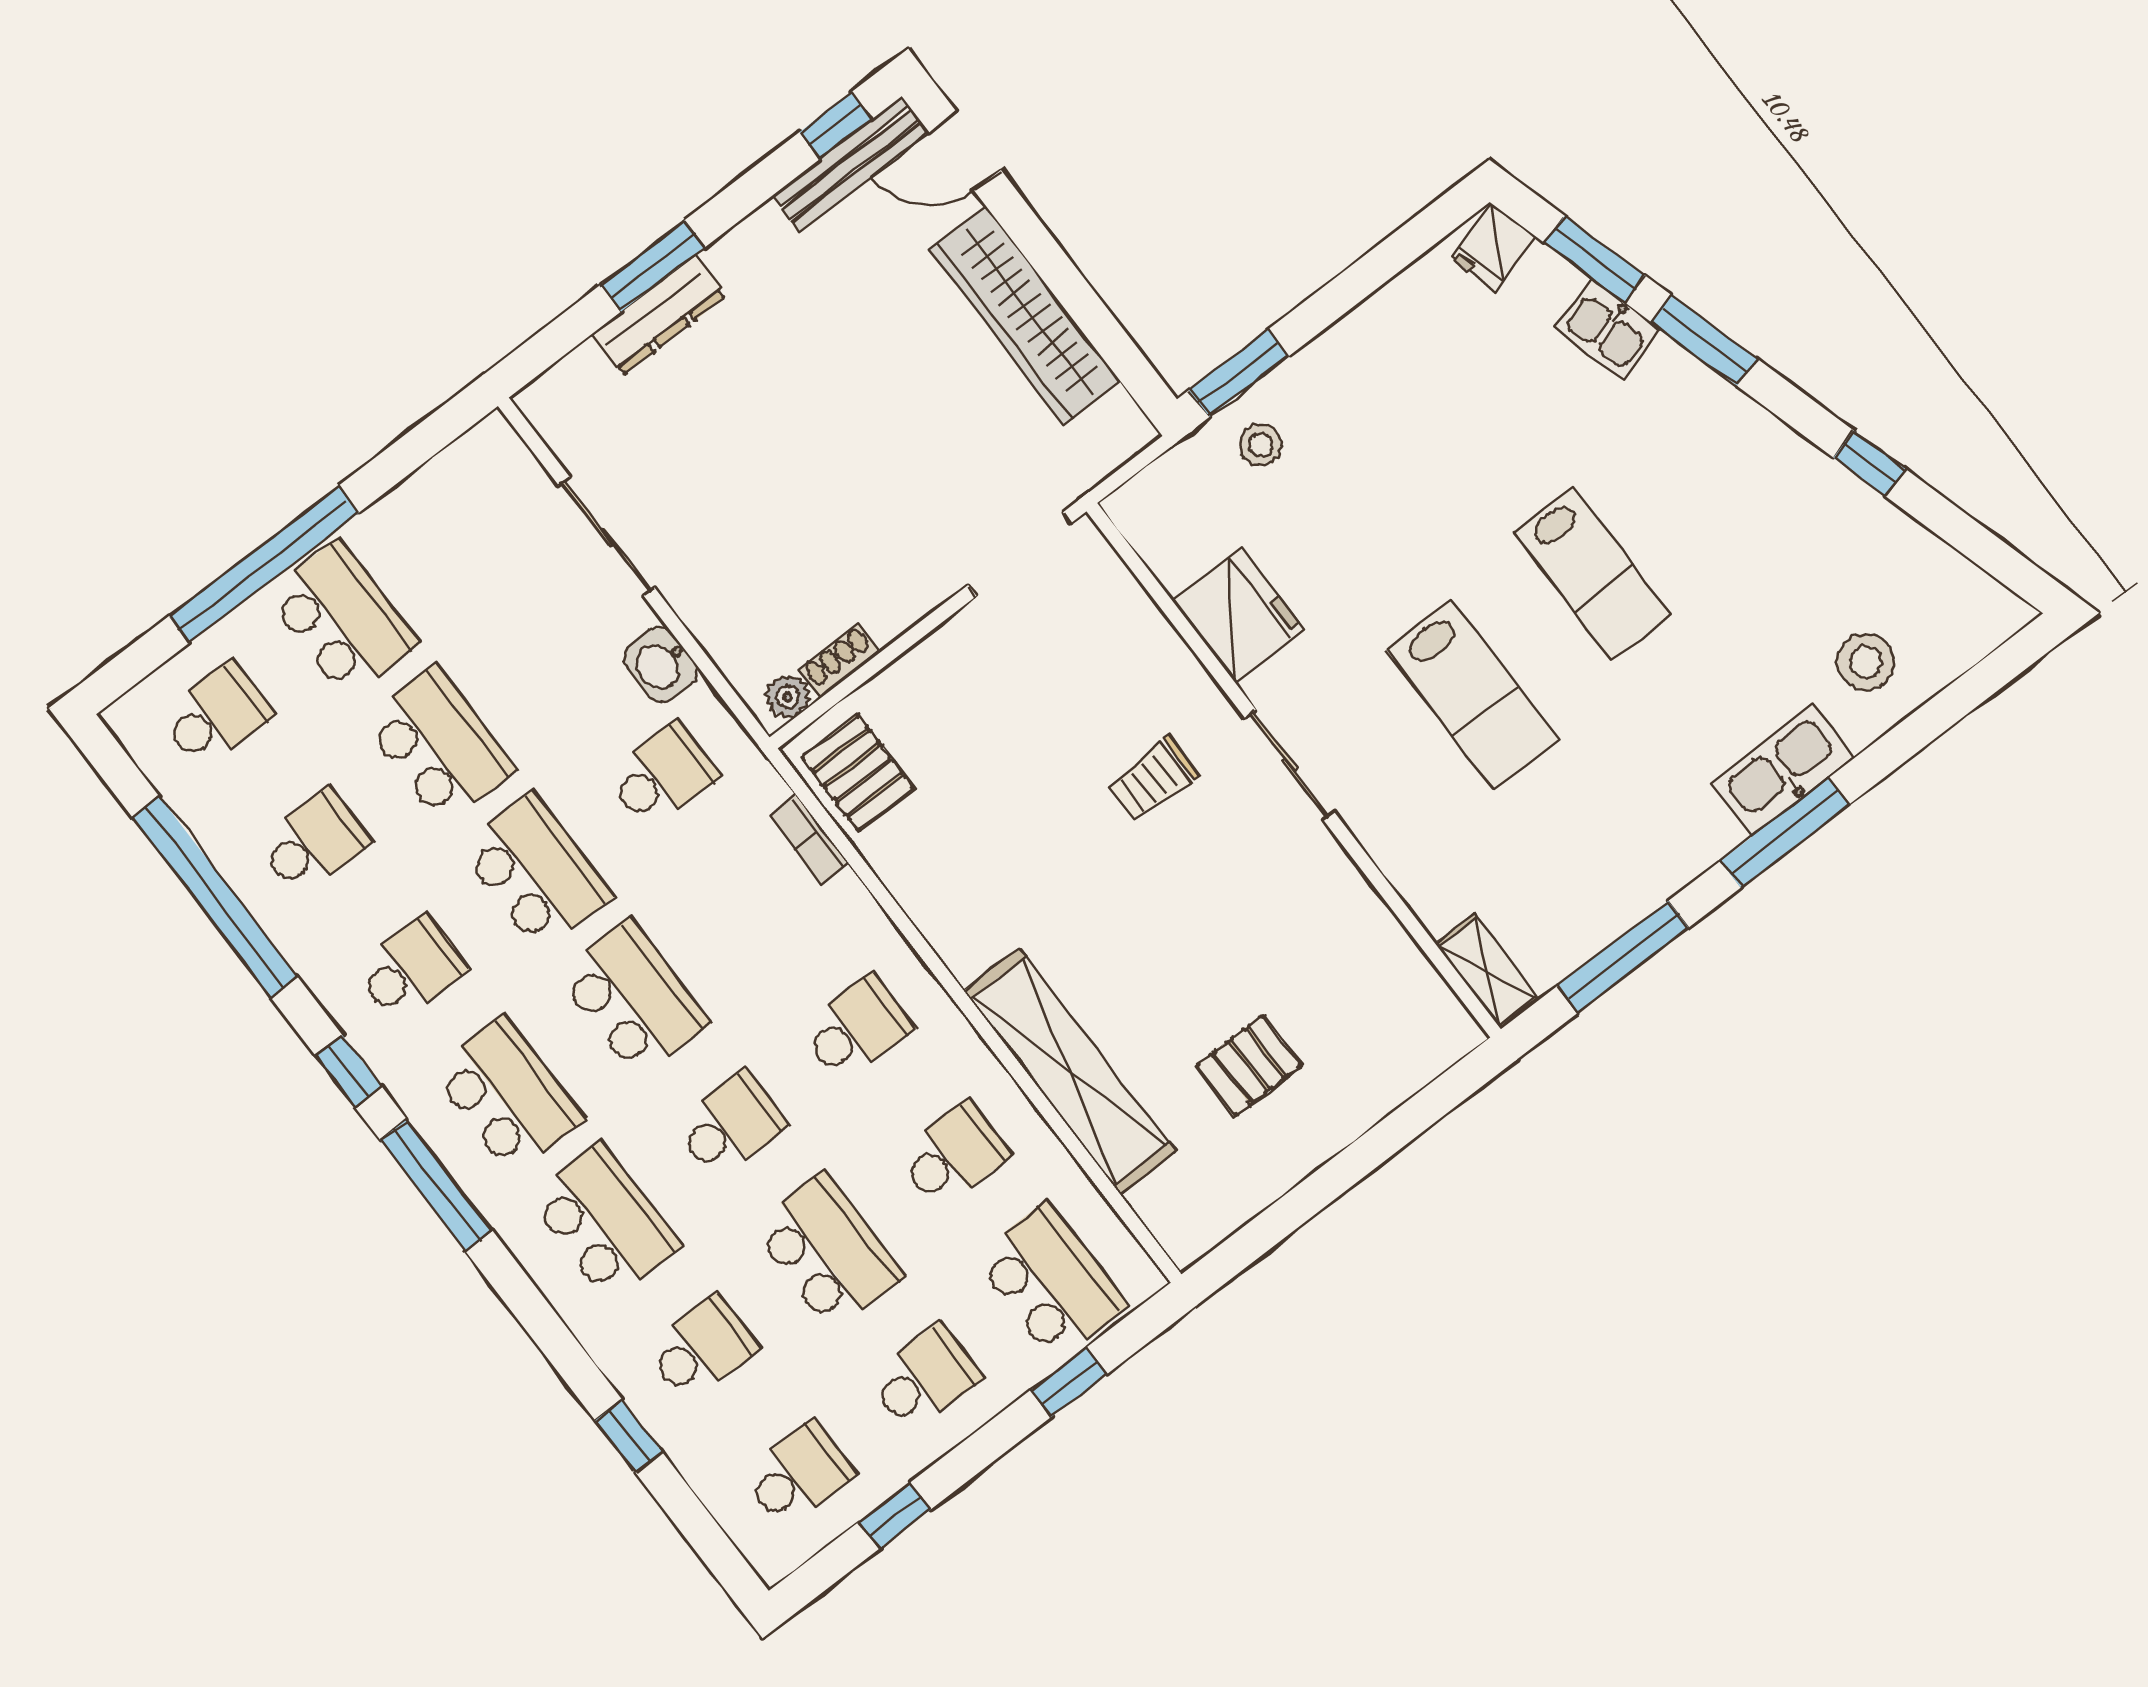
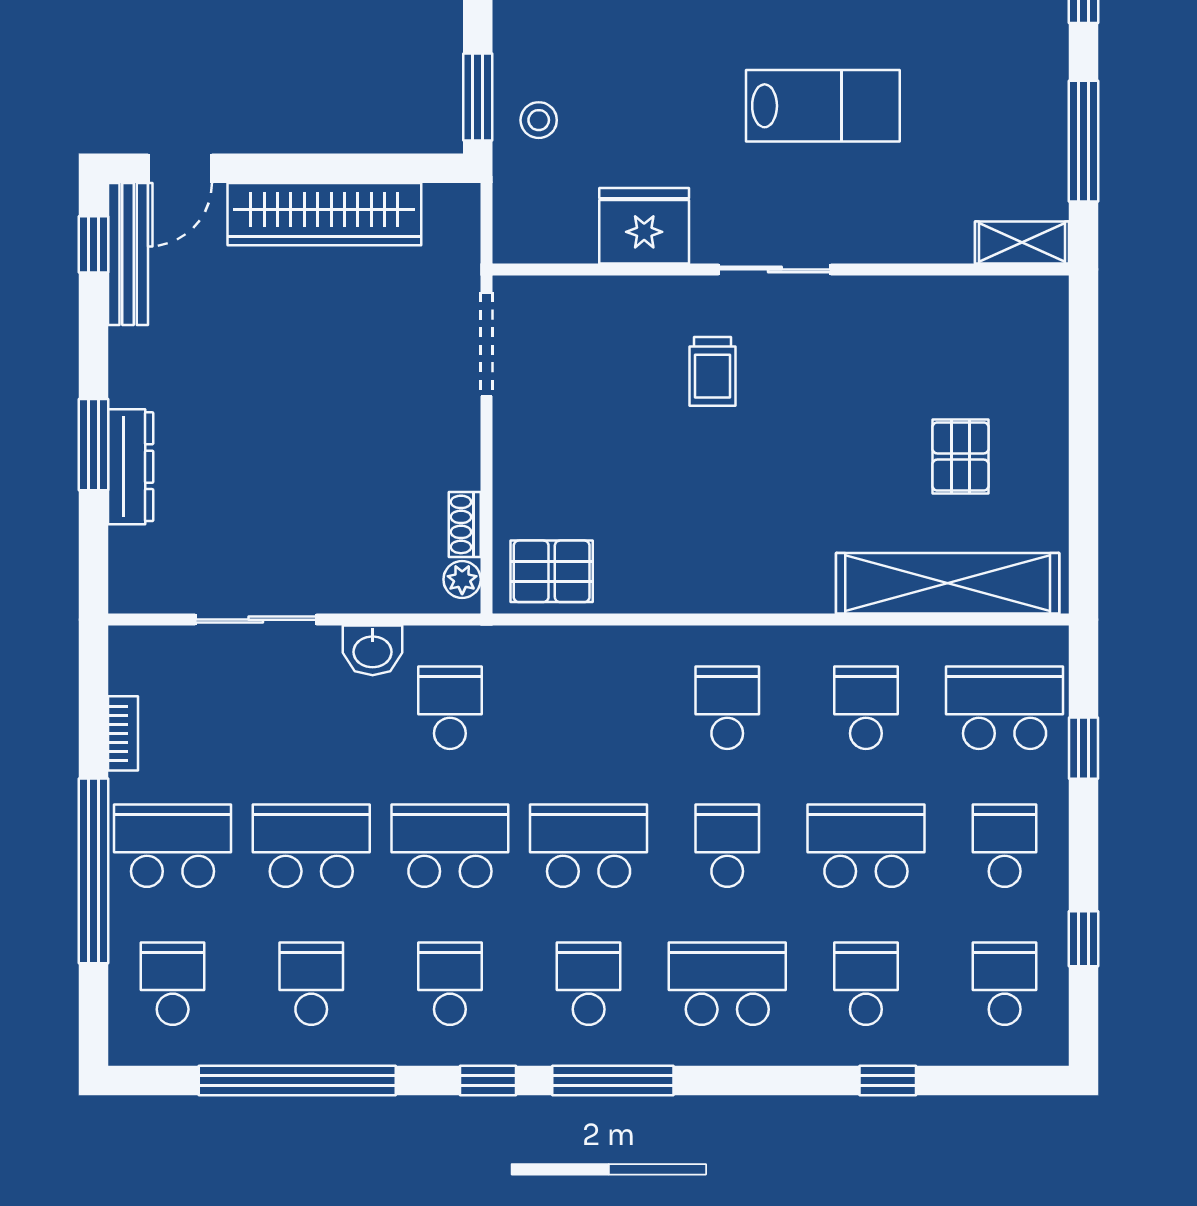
bookcase: (809, 839) -> (123, 733), moved, turned -90
shelving: (1070, 1071) -> (948, 583), moved
school desk: (508, 1095) -> (589, 984), width x0.54

